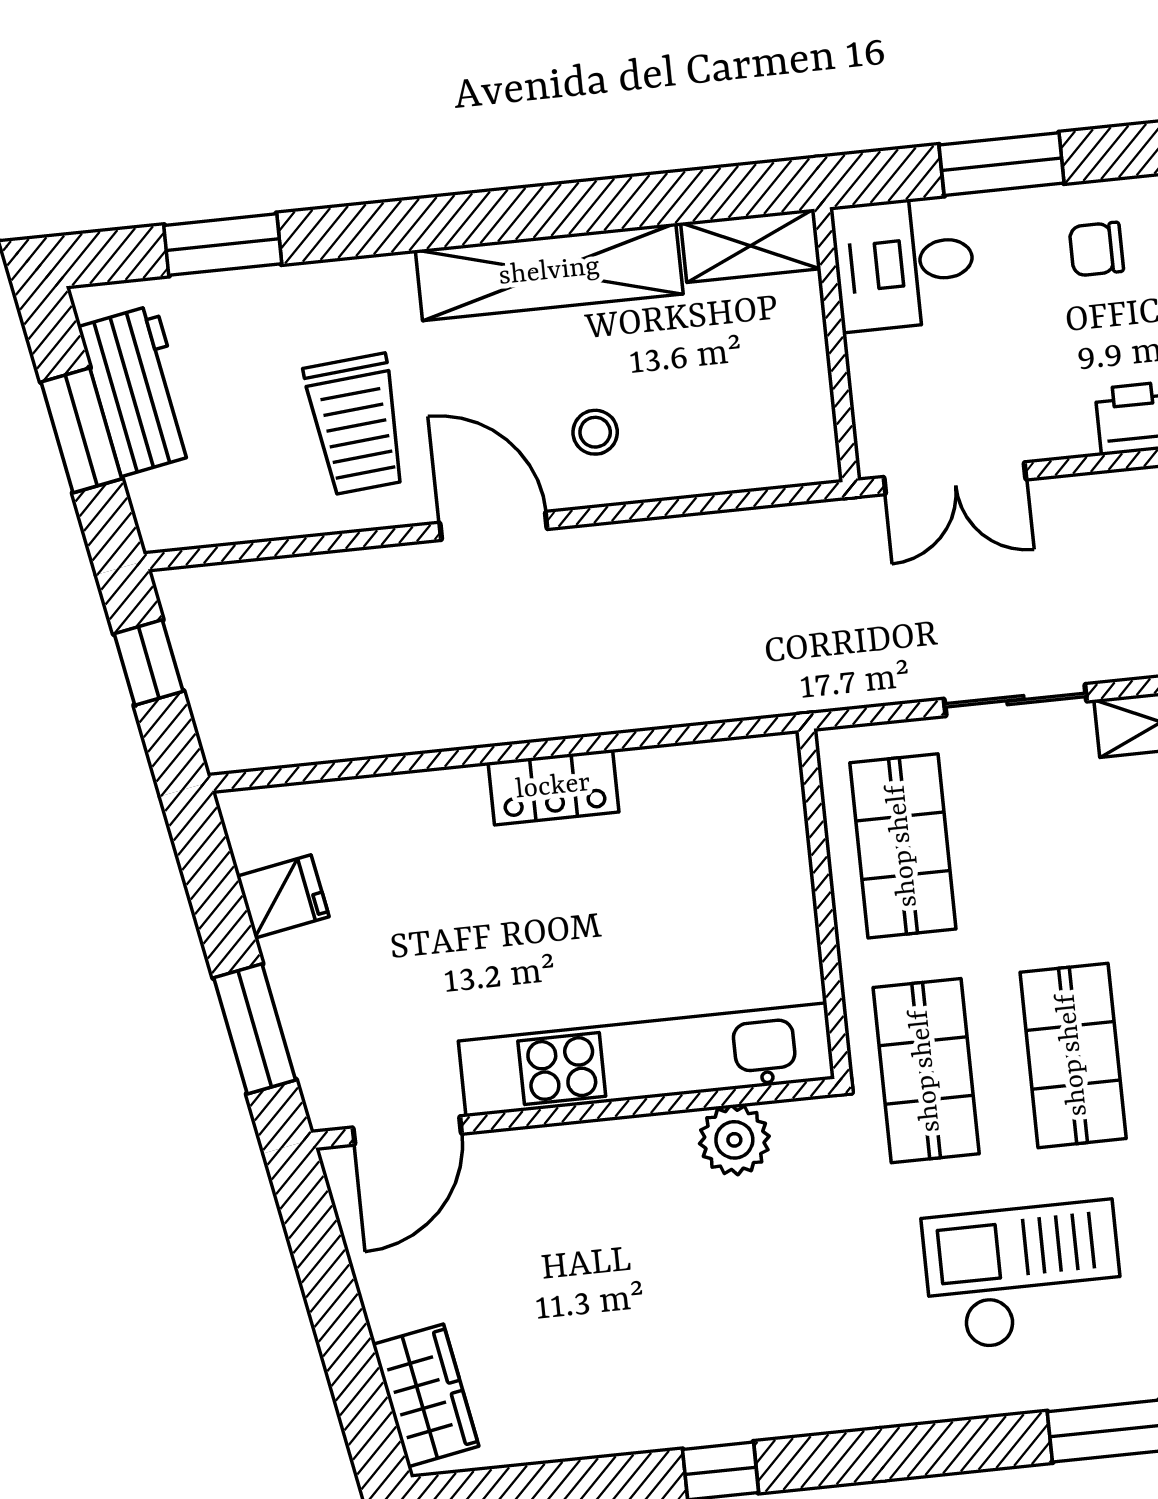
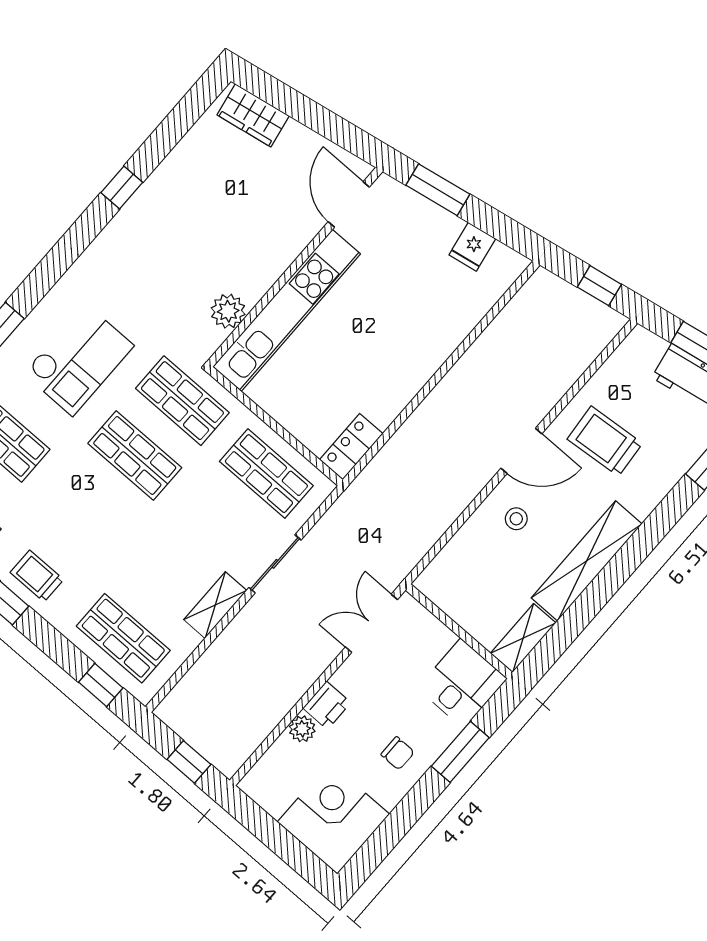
chair: (1096, 249) -> (398, 753), turned 90
locker: (553, 787) -> (351, 447), moved

